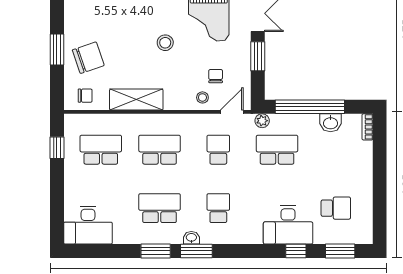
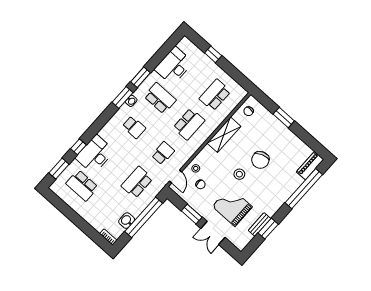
chair: (88, 58) -> (260, 160), moved
plant: (262, 121) -> (158, 188), removed
window: (57, 148) -> (213, 54), moved
school desk: (101, 150) -> (215, 95), turned 180
school desk: (218, 150) -> (163, 153), turned -90
school desk: (277, 150) -> (137, 182), turned 180
school desk: (160, 208) -> (160, 98), turned -90
school desk: (336, 208) -> (82, 185), width x1.85
desk: (88, 225) -> (174, 66), moved

